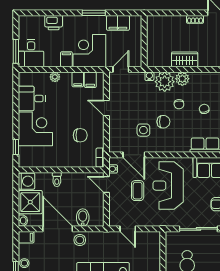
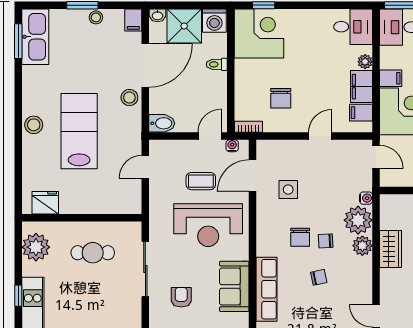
filing cabinet: (78, 79) -> (362, 87), width x2.00
desk: (32, 98) -> (353, 27), moved, turned 90
chair: (163, 122) -> (300, 237), moved
corner desk: (35, 129) -> (259, 33), moved, turned -90
reception desk: (168, 186) -> (208, 225), turned 180
bidet: (83, 218) -> (162, 123), moved

